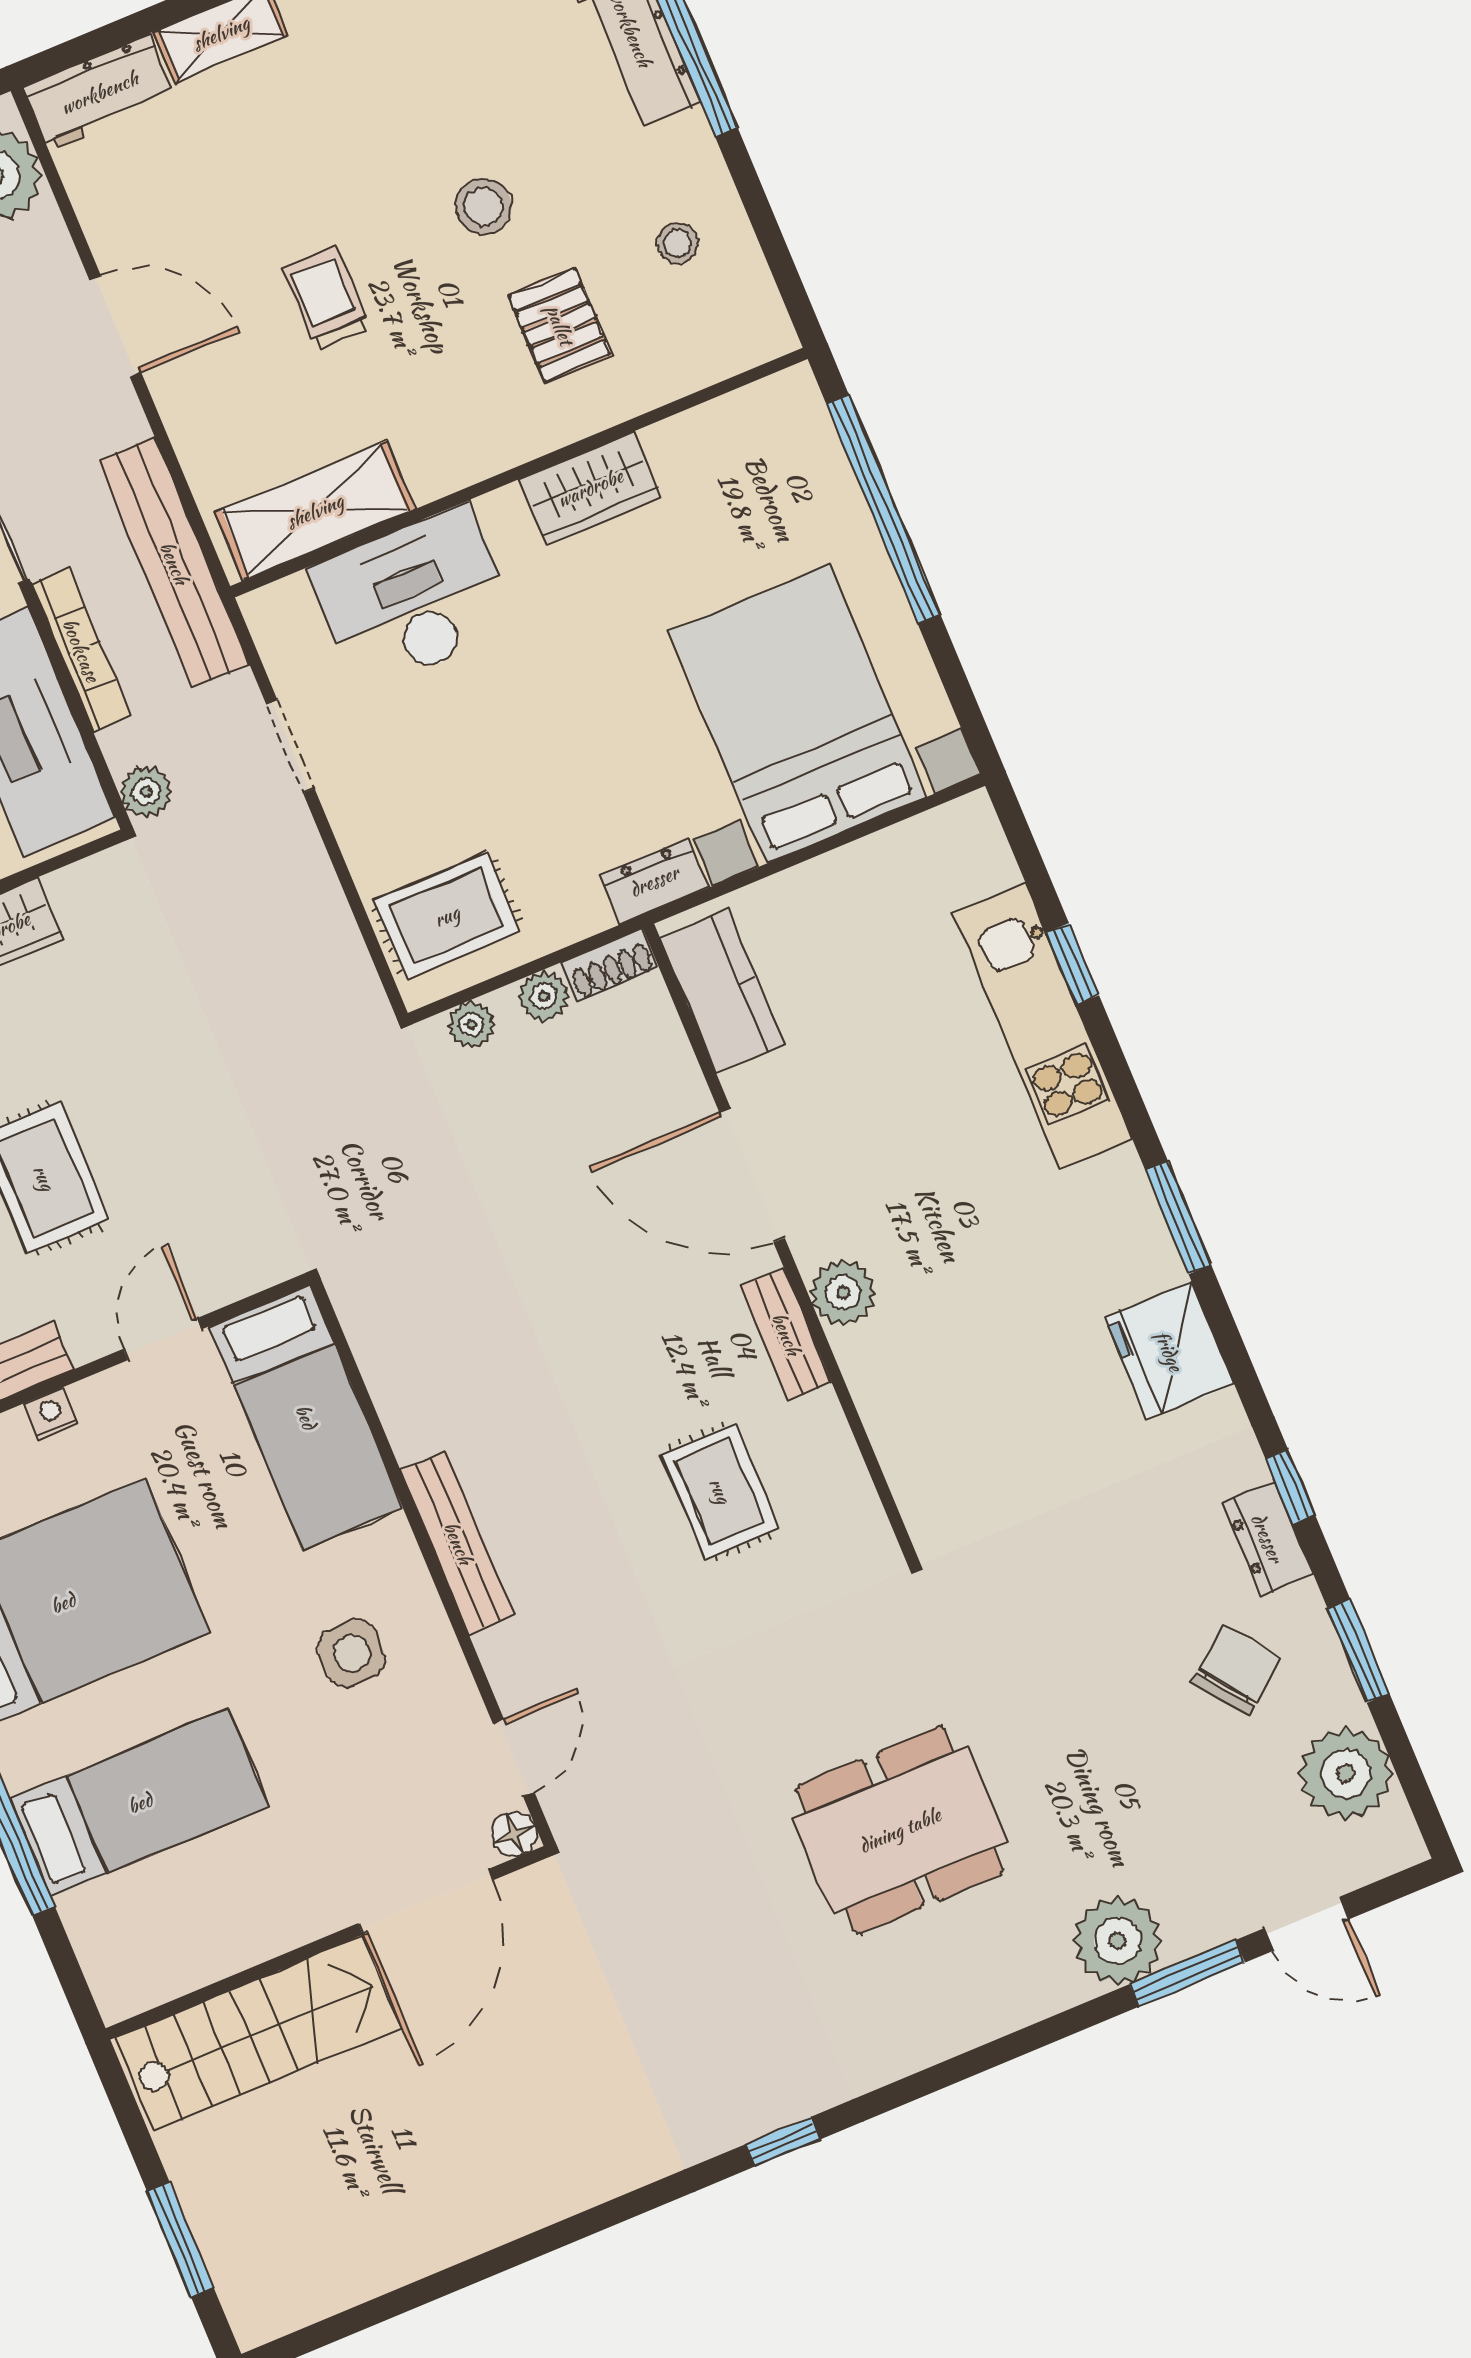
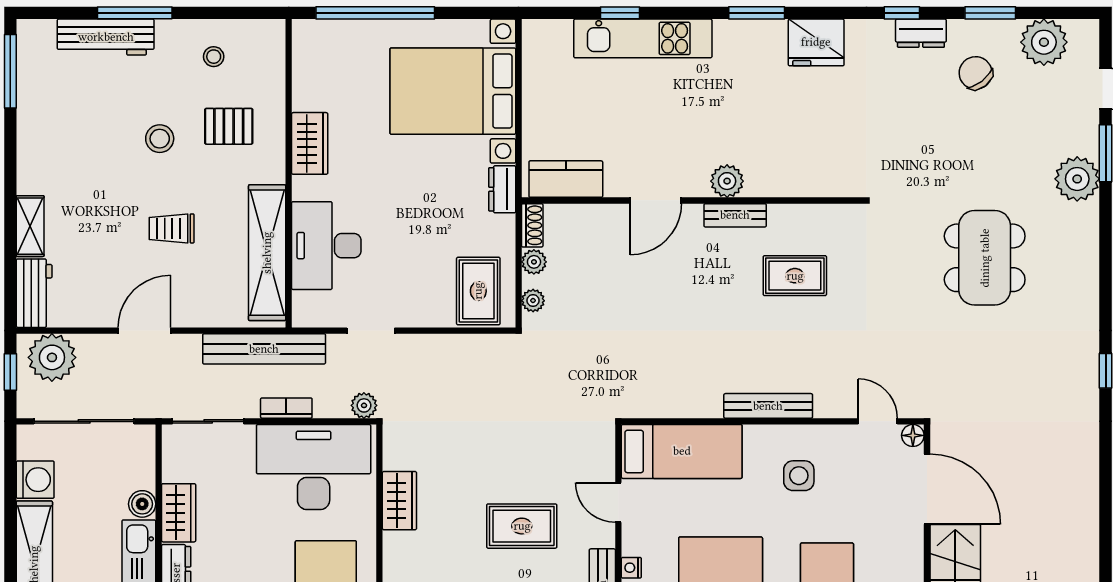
shelving: (315, 511) -> (267, 253), width x1.47
bookcase: (81, 650) -> (286, 408), width x0.64
door: (752, 1175) -> (656, 200), width x0.73

